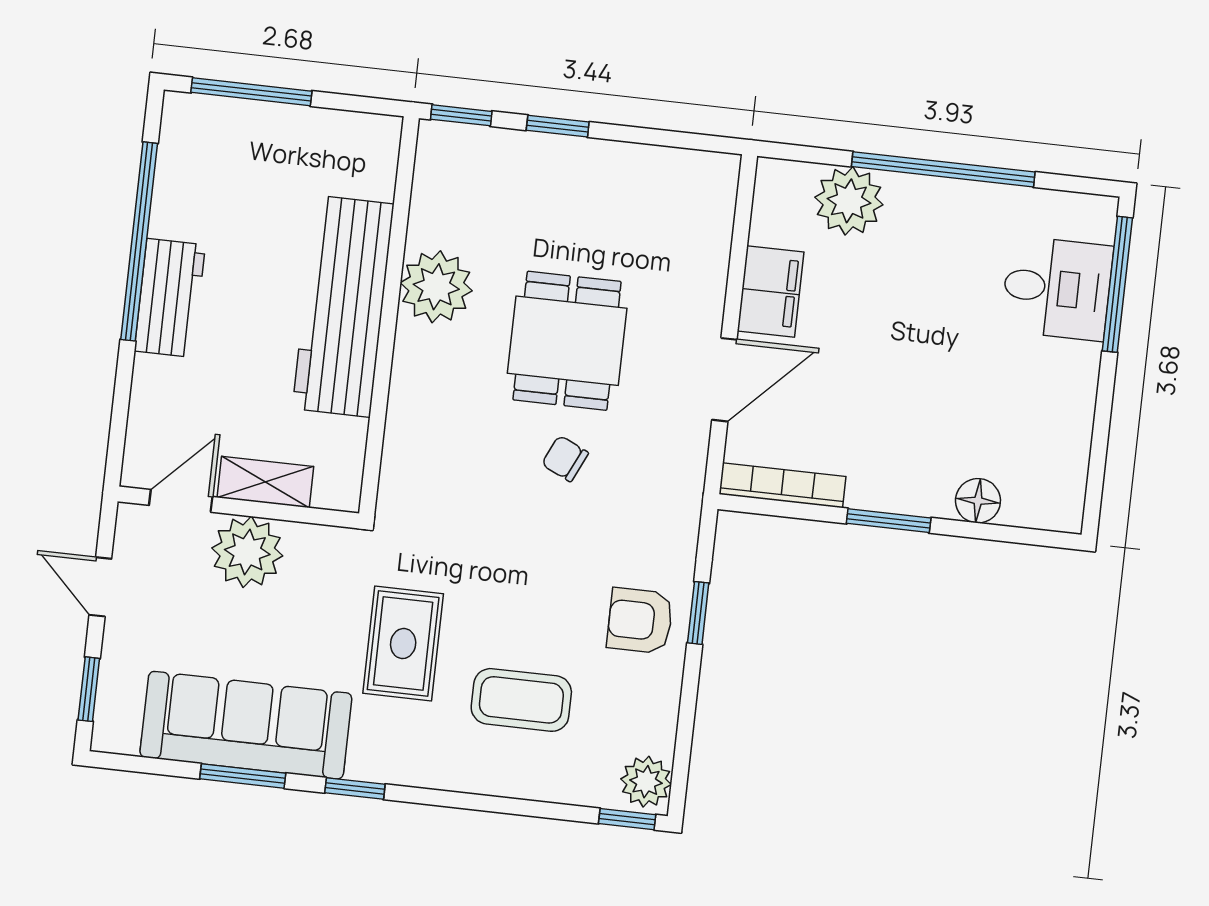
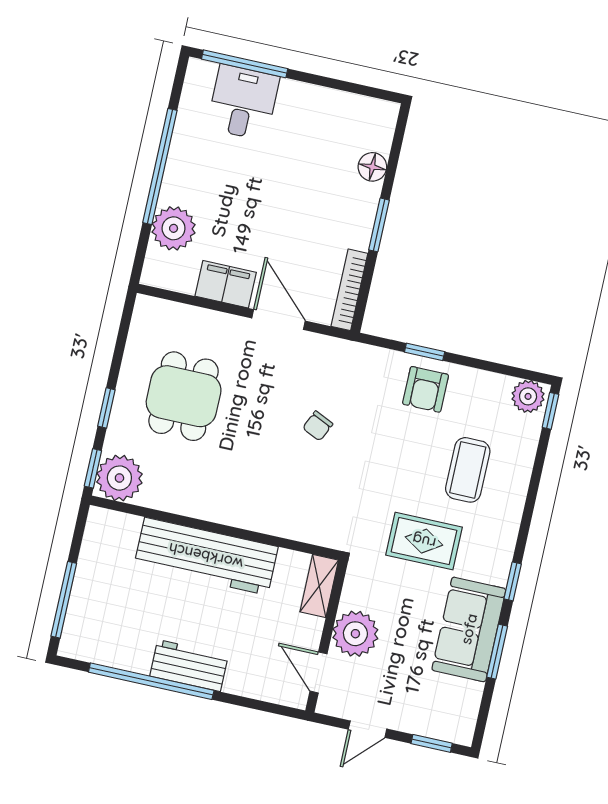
plant: (436, 287) -> (119, 478), moved
dining table: (567, 341) -> (184, 396), moved, turned 90
shelving: (265, 482) -> (319, 586), moved
sofa: (246, 725) -> (469, 629), width x0.73

